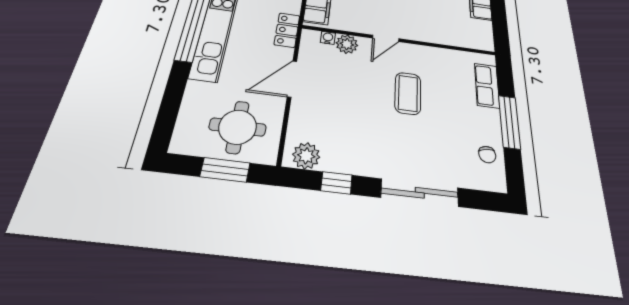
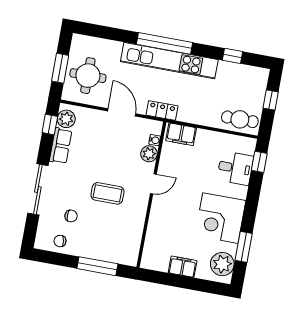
door: (386, 38) -> (153, 184), swing flipped
row of seats: (487, 86) -> (61, 146), moved, turned 90
window: (509, 122) -> (97, 266), moved
chair: (449, 141) -> (71, 216), added
window: (337, 183) -> (50, 125), moved

